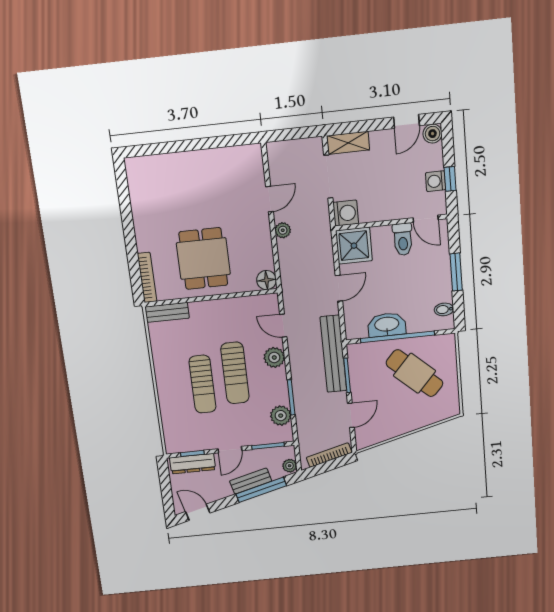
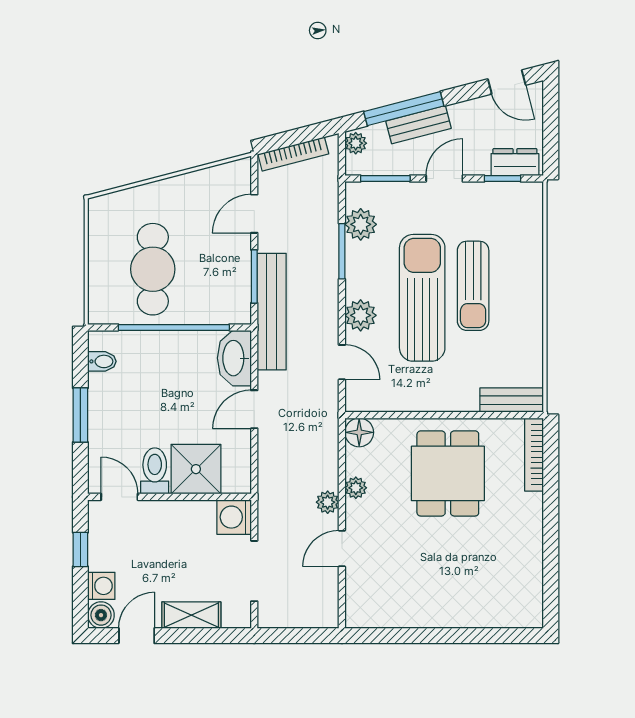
shelving: (348, 143) -> (191, 615), moved
washing machine: (436, 181) -> (101, 586), moved
plant: (265, 242) -> (356, 488), added
shower: (354, 246) -> (196, 469), moved
washbasin: (387, 325) -> (234, 358), moved, turned 90
sun lounger: (235, 373) -> (422, 298), width x1.36, depth x1.34
cafe table: (414, 373) -> (153, 269), turned 48
sun lounger: (203, 384) -> (473, 286), turned 180
dresser: (193, 464) -> (515, 162), width x0.70

